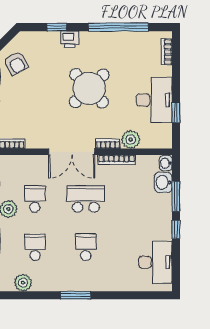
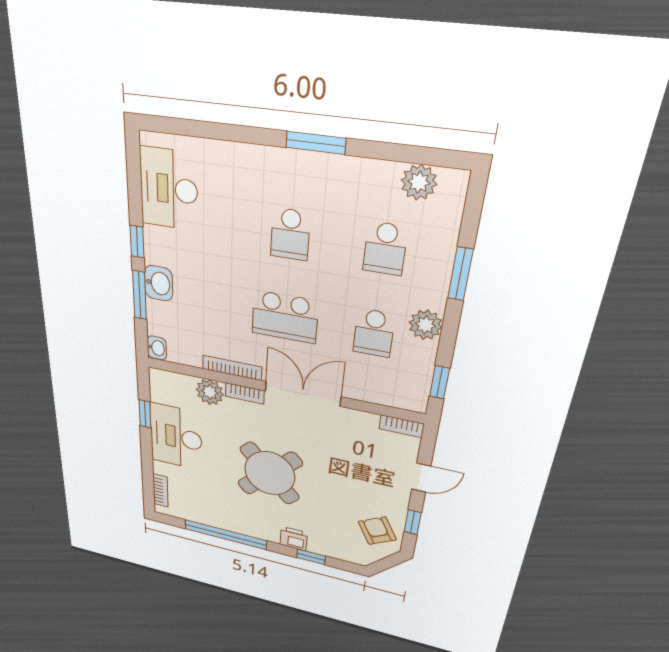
washbasin: (163, 182) -> (159, 283), moved

